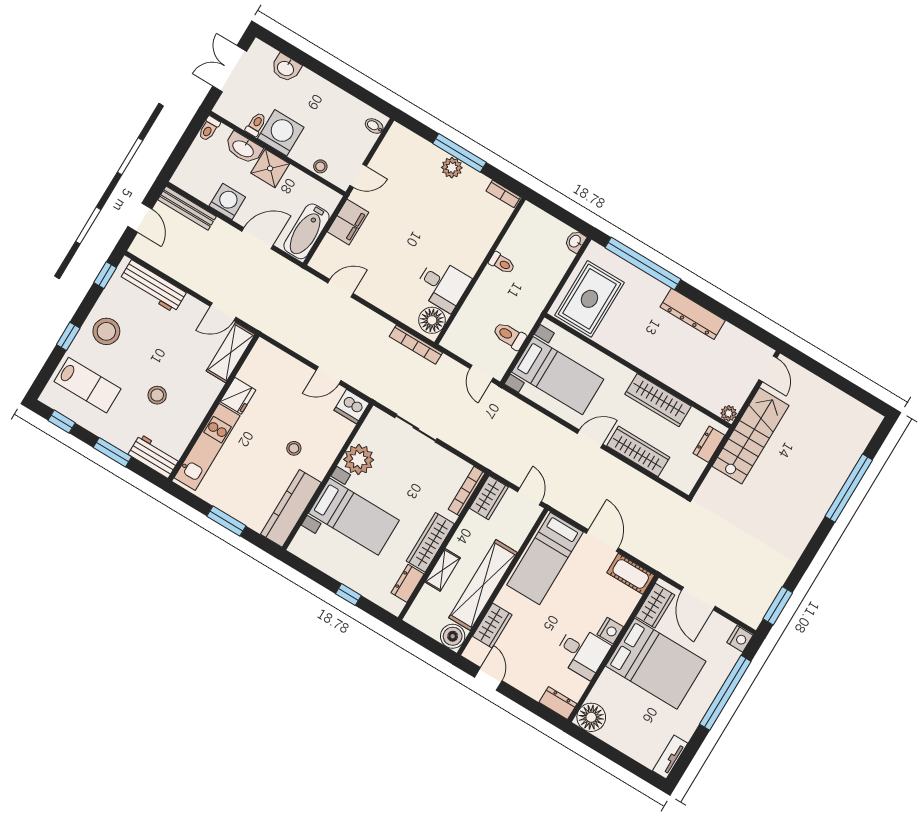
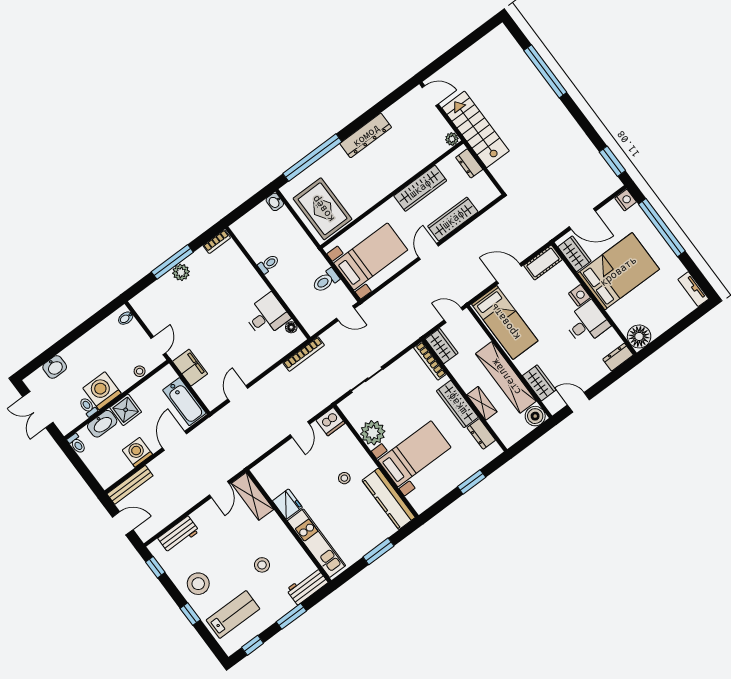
workbench: (153, 286) -> (179, 535), width x0.73
floor lamp: (432, 320) -> (291, 327), width x0.53, depth x0.53
window: (348, 595) -> (472, 482), width x1.50

